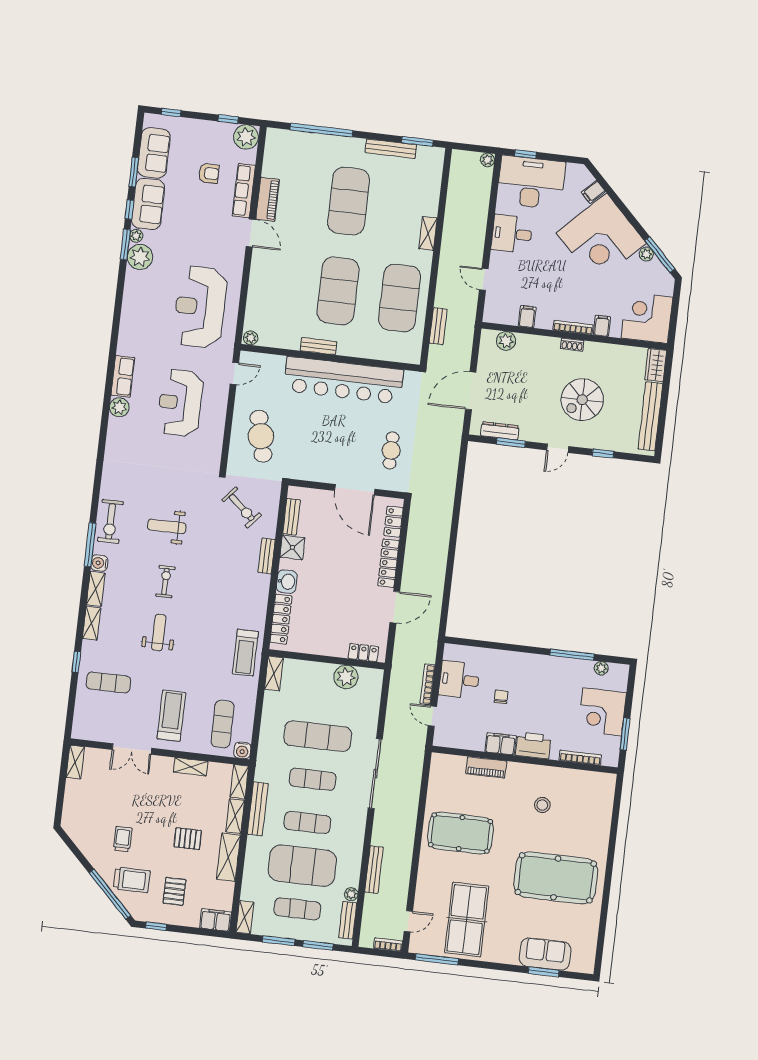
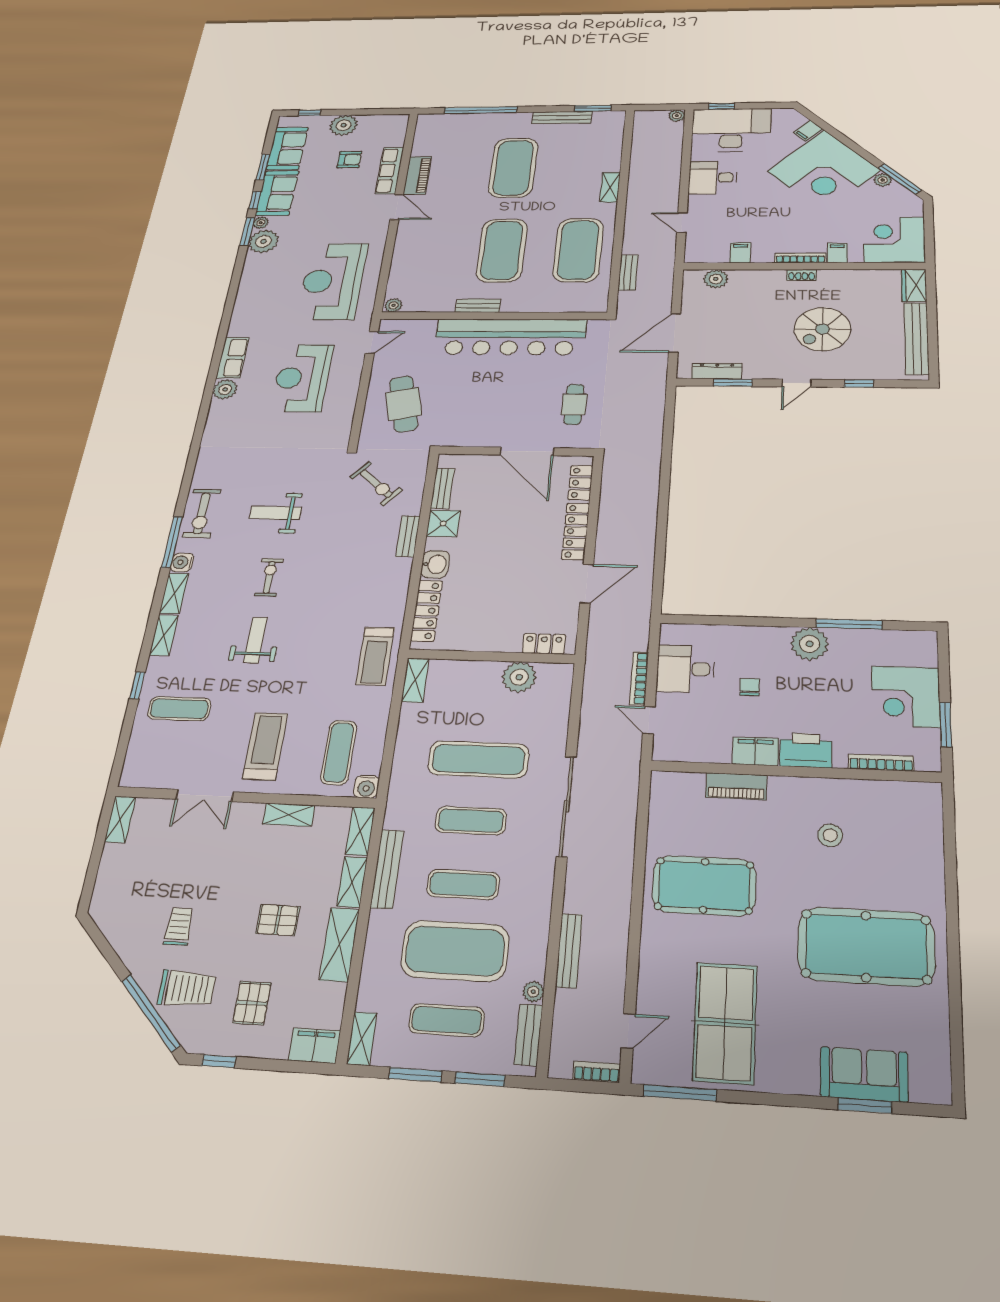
window: (228, 119) -> (374, 112), removed
plant: (246, 137) -> (344, 125), moved
plant: (601, 668) -> (810, 644), moved, width x1.87, depth x1.87

